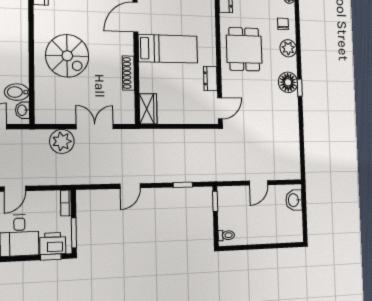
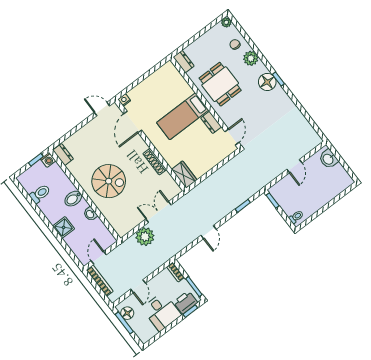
bed: (168, 49) -> (183, 116), moved, turned 180
bidet: (17, 92) -> (73, 199), moved
washbasin: (22, 110) -> (90, 214), moved

